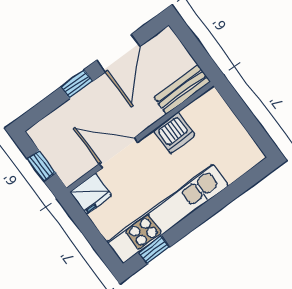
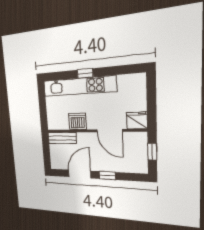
kitchen unit: (168, 214) -> (79, 86), moved
window: (154, 250) -> (85, 73), moved

